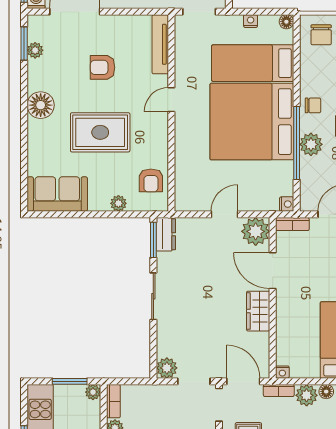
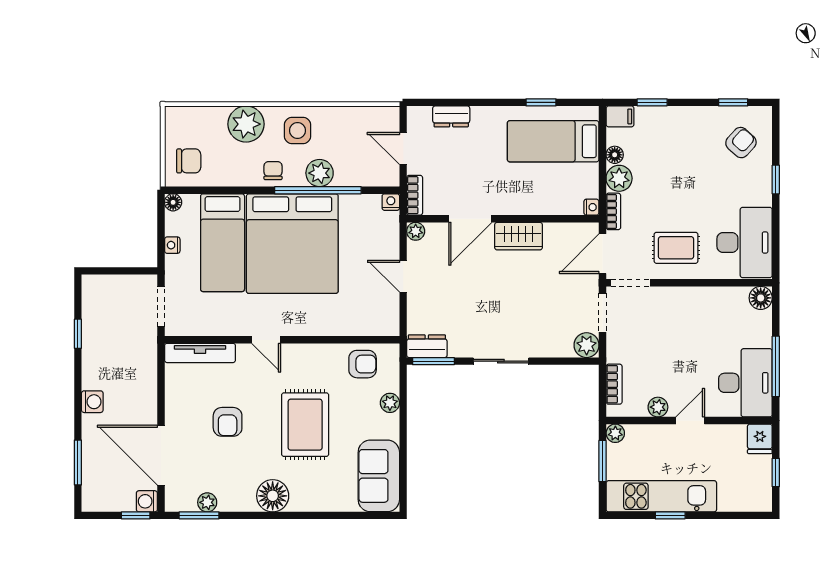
plant: (256, 231) -> (416, 231), width x0.53, depth x0.53
bookcase: (113, 401) -> (614, 384), moved, turned 90

